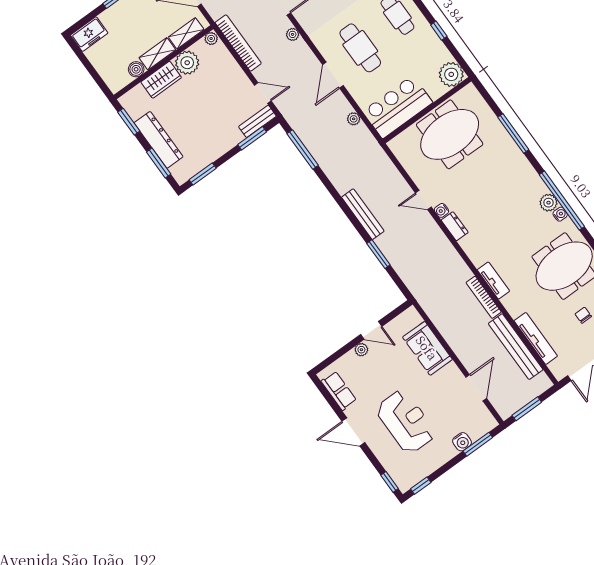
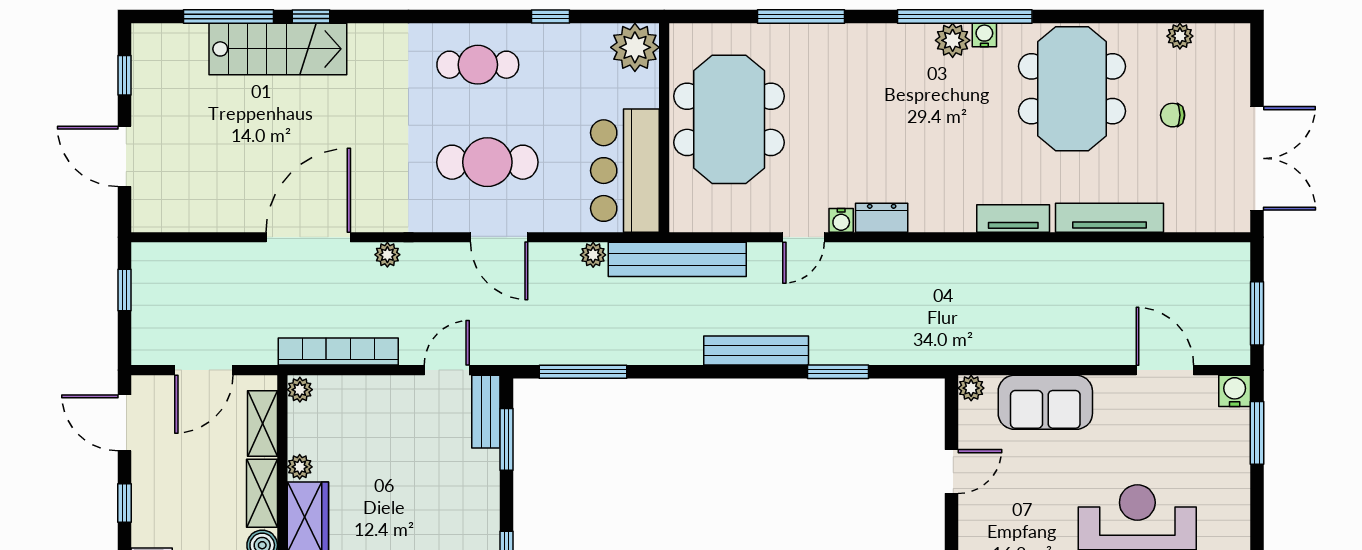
plant: (187, 63) -> (300, 467), width x0.53, depth x0.53
bookcase: (484, 297) -> (1029, 254), removed
tv unit: (536, 338) -> (1109, 218), moved
bench: (516, 347) -> (677, 259), moved
plant: (361, 350) -> (971, 388), moved
water cooler: (462, 442) -> (1235, 391), moved, turned -90

